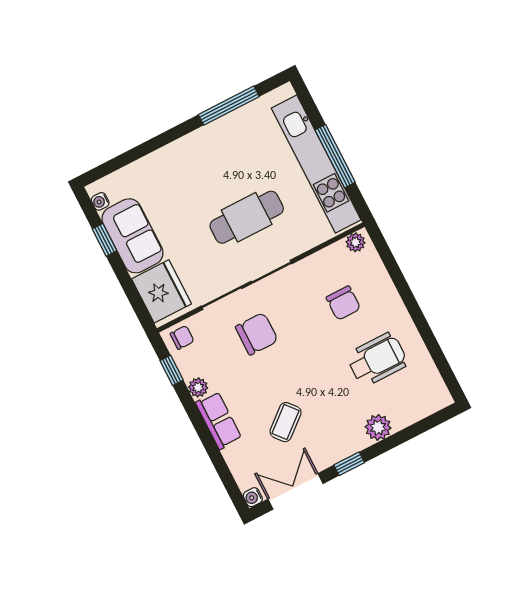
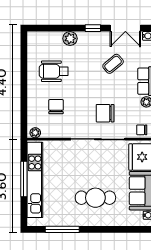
cafe table: (247, 217) -> (95, 198), moved

